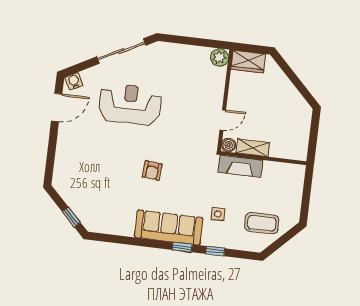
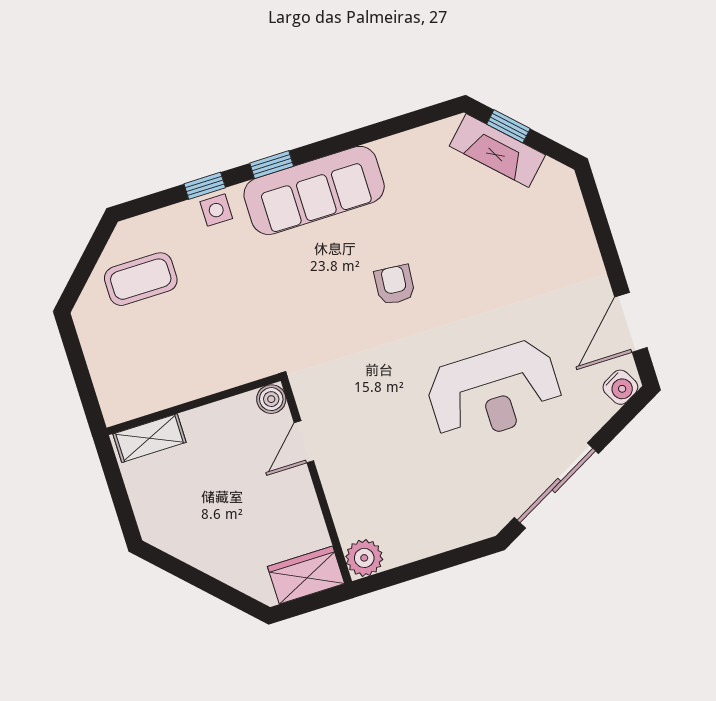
shelving: (253, 148) -> (150, 438), moved
fireplace: (240, 166) -> (497, 150), moved, turned -135
side table: (218, 214) -> (216, 210), moved

